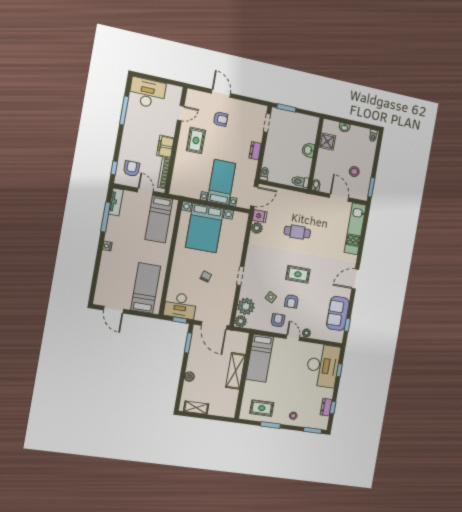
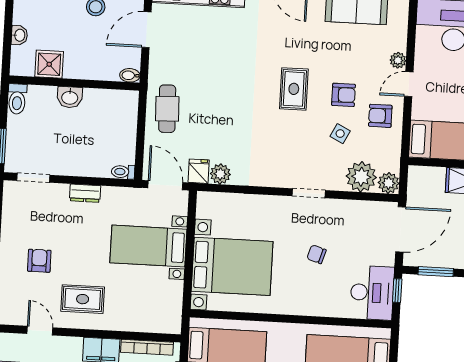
toilet: (300, 182) -> (17, 99), moved
cafe table: (297, 232) -> (167, 109), moved

